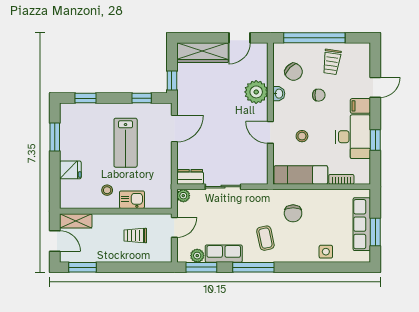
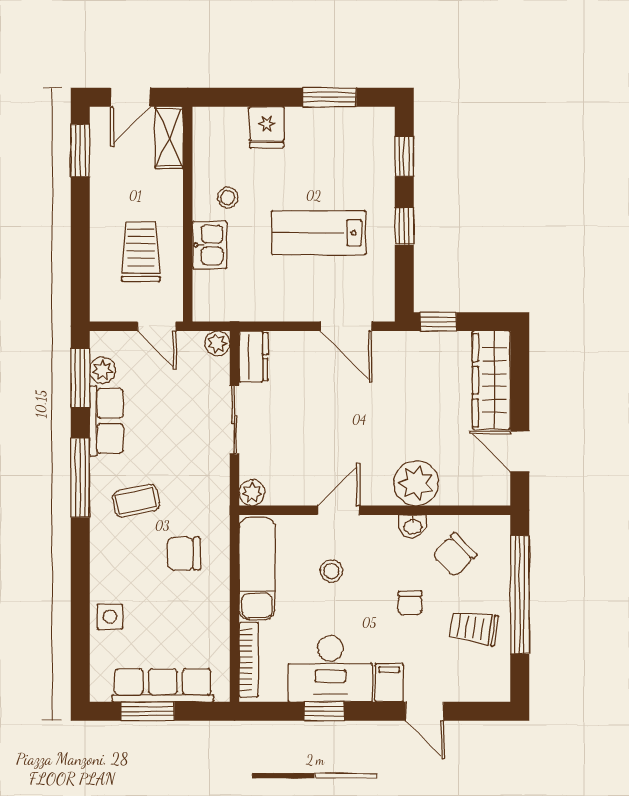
window: (142, 98) -> (404, 226), moved
plant: (261, 178) -> (252, 493), added
bookcase: (341, 179) -> (249, 660), width x1.56
trolley: (135, 236) -> (141, 252), width x1.36, depth x1.39

